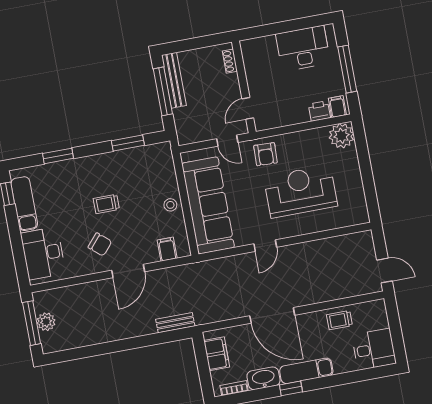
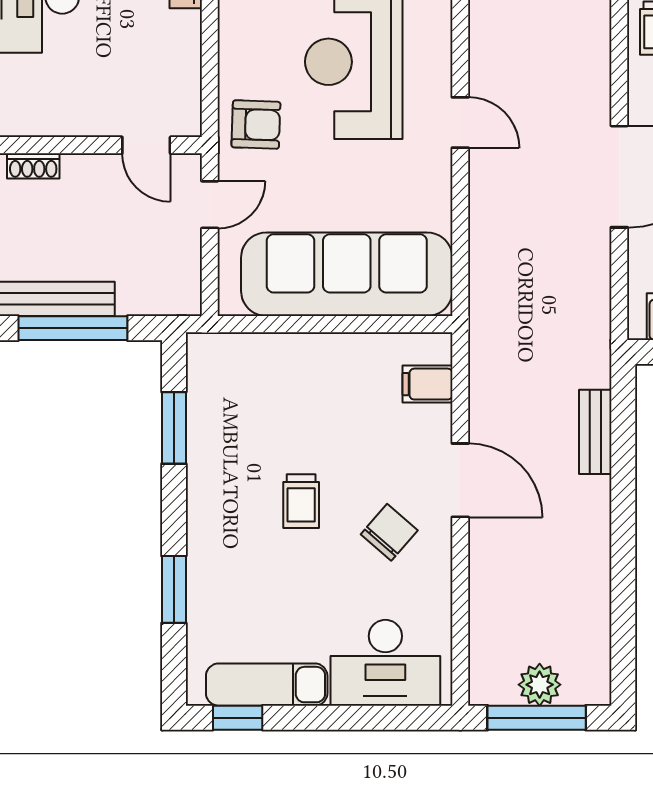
stool: (170, 205) -> (330, 358), removed
door: (265, 246) -> (460, 123), moved
bench: (175, 323) -> (595, 432), moved

